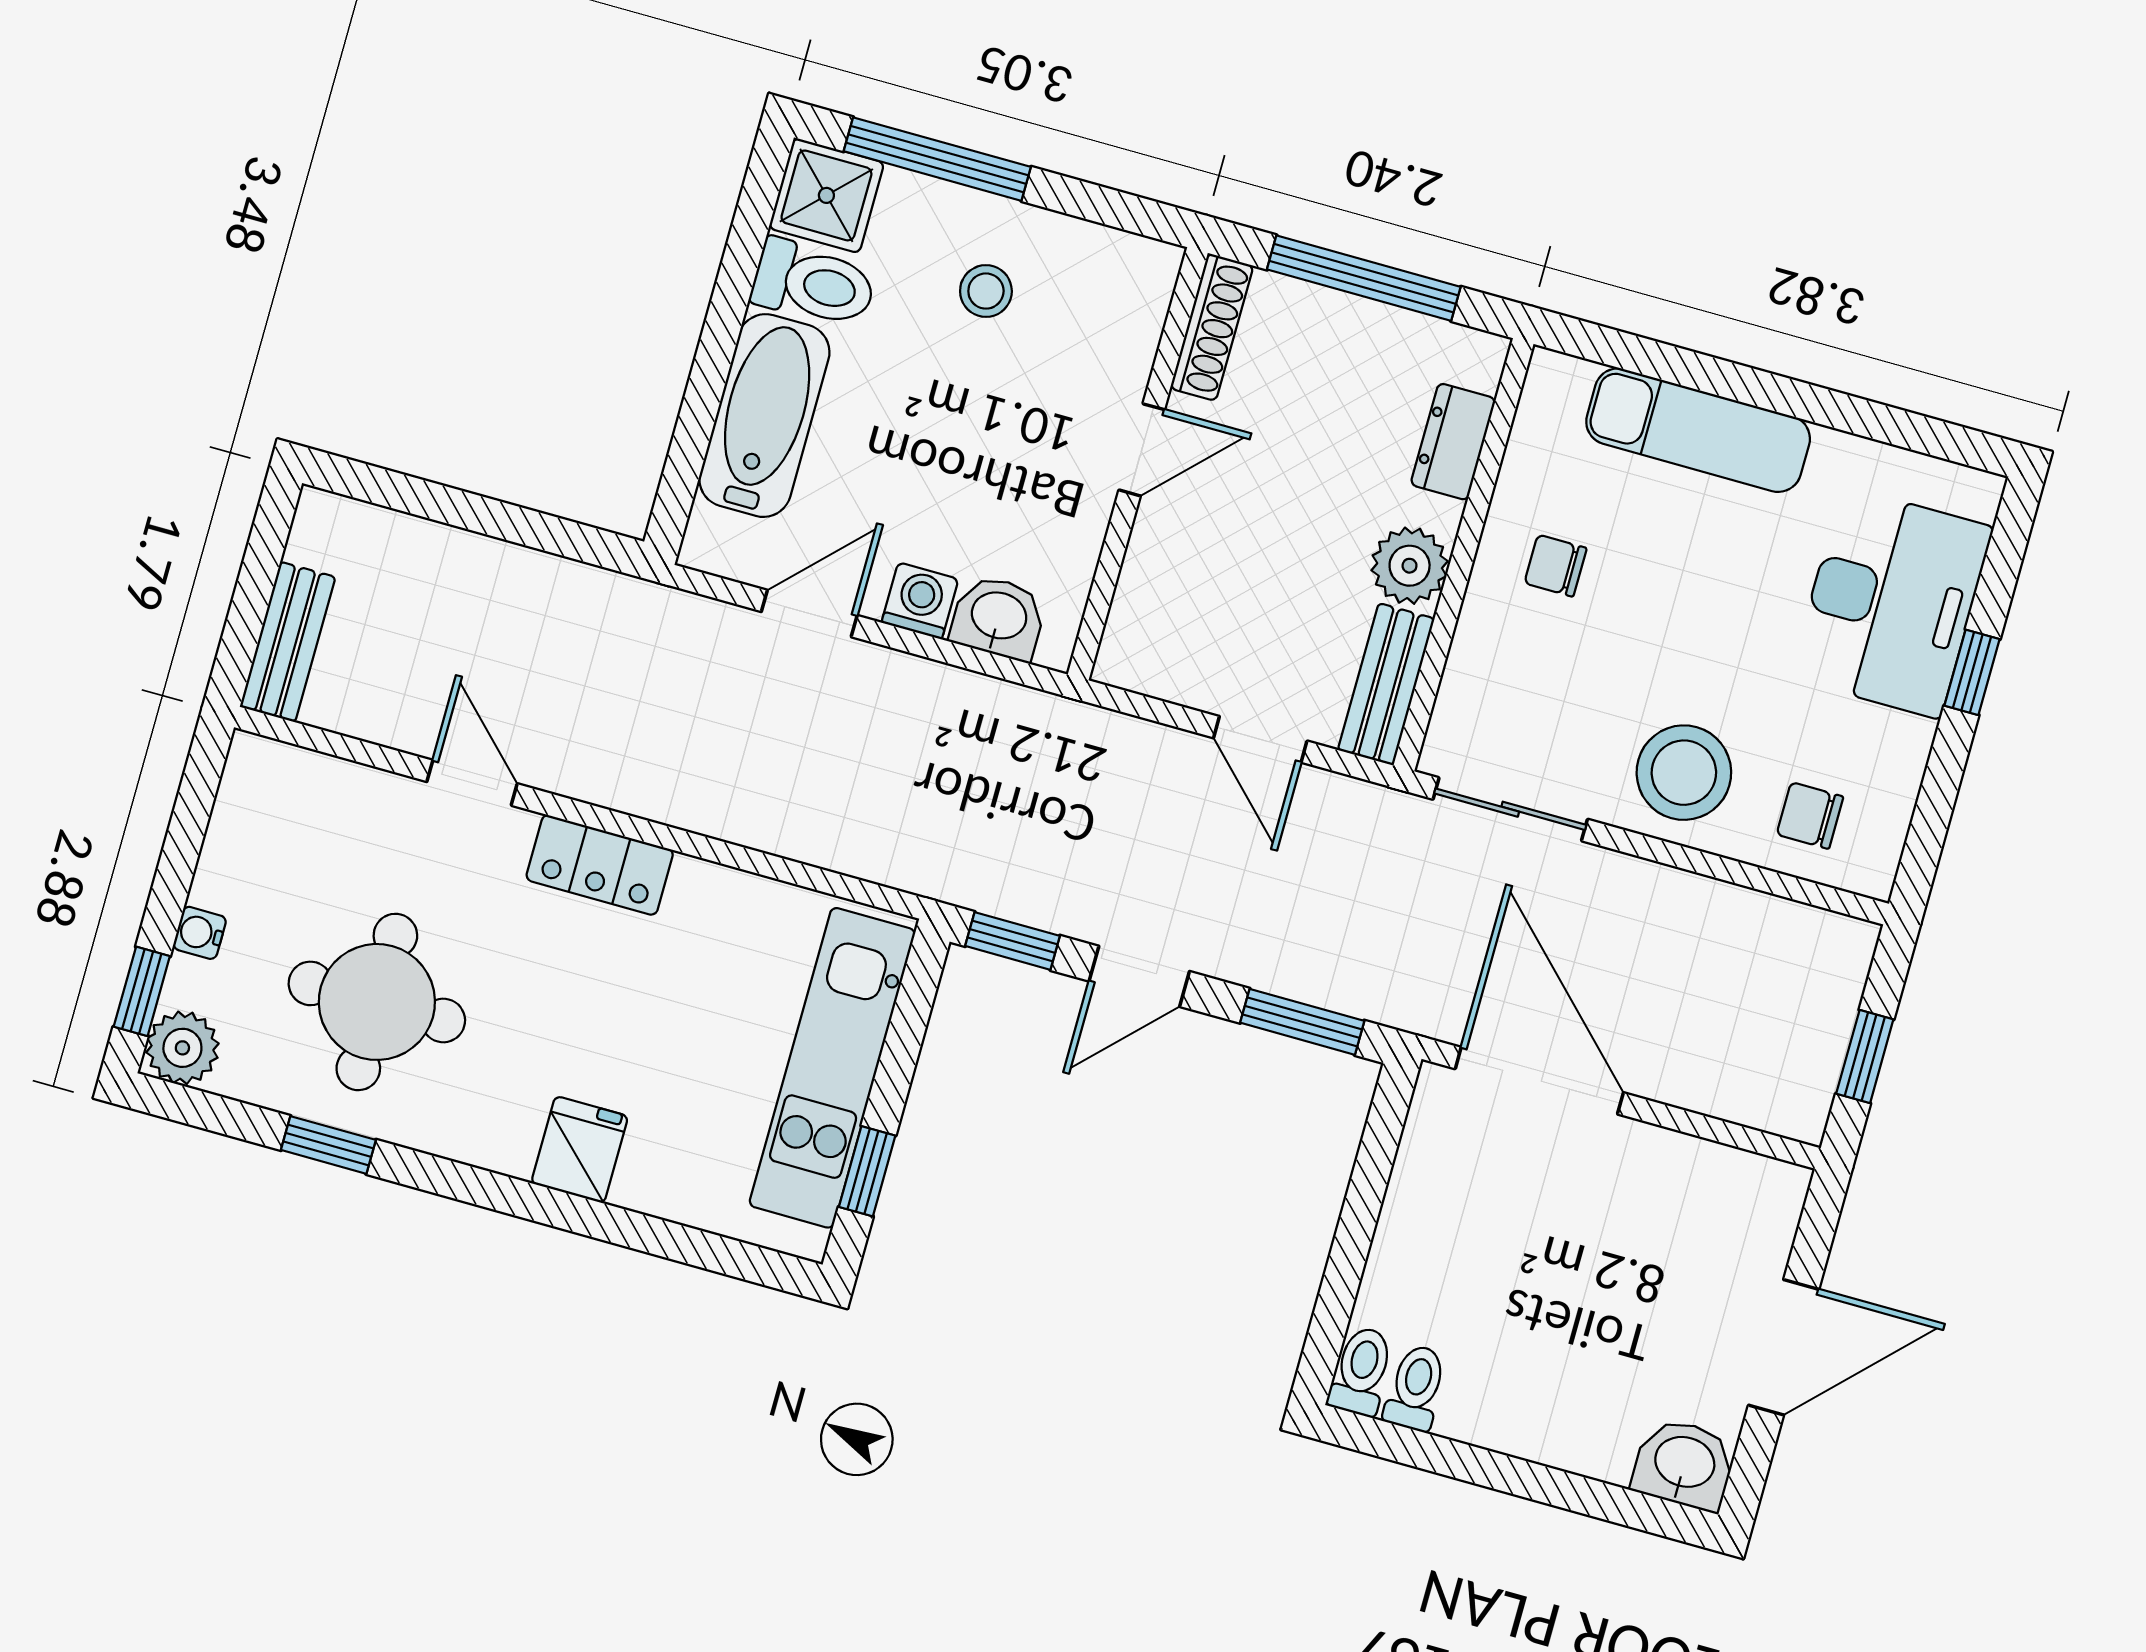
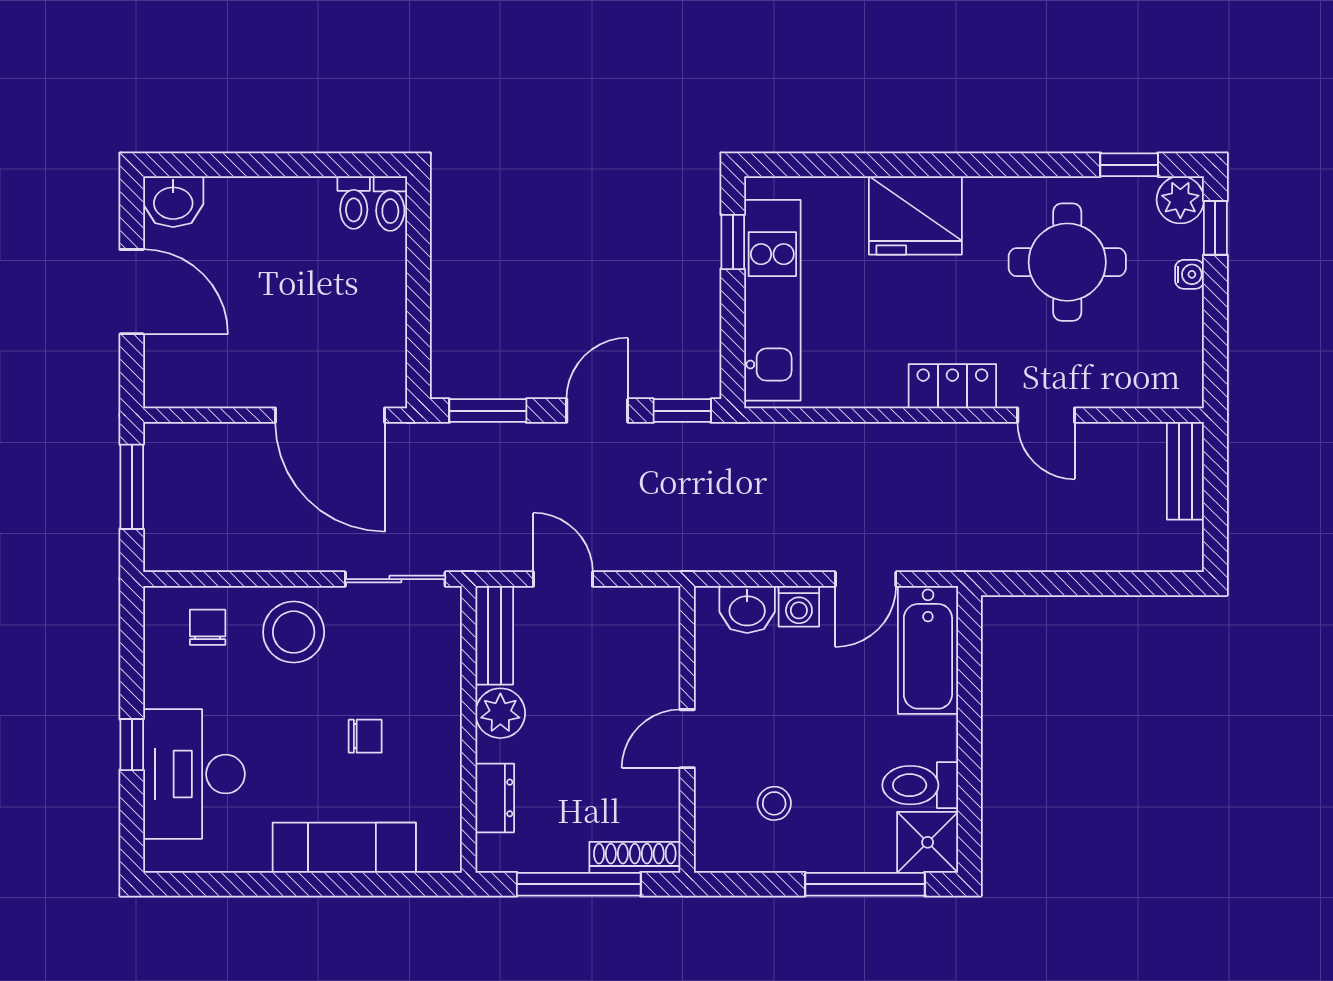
stool: (986, 291) -> (774, 803), moved
shoe rack: (1212, 327) -> (635, 857), moved, turned 90
bathtub: (764, 416) -> (928, 650), moved
chair: (1556, 566) -> (365, 736), moved
chair: (1810, 816) -> (208, 627), turned -90
window: (1865, 1057) -> (132, 487), width x1.50
window: (328, 1145) -> (1129, 165), moved
fridge: (580, 1150) -> (915, 215), width x1.88, depth x1.34
door: (1784, 1347) -> (132, 292), swing flipped

